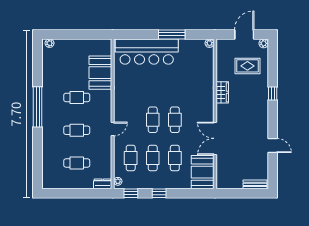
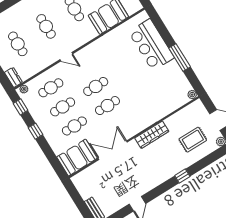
bar counter: (147, 52) -> (151, 45), width x0.73
rug: (247, 66) -> (193, 140), turned 90
wardrobe: (222, 92) -> (152, 135), width x1.50

